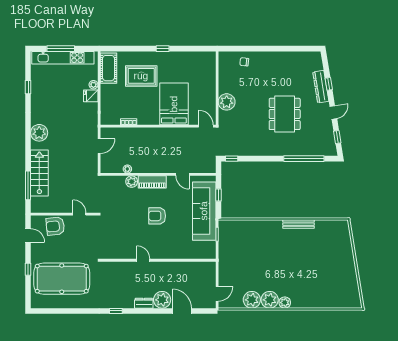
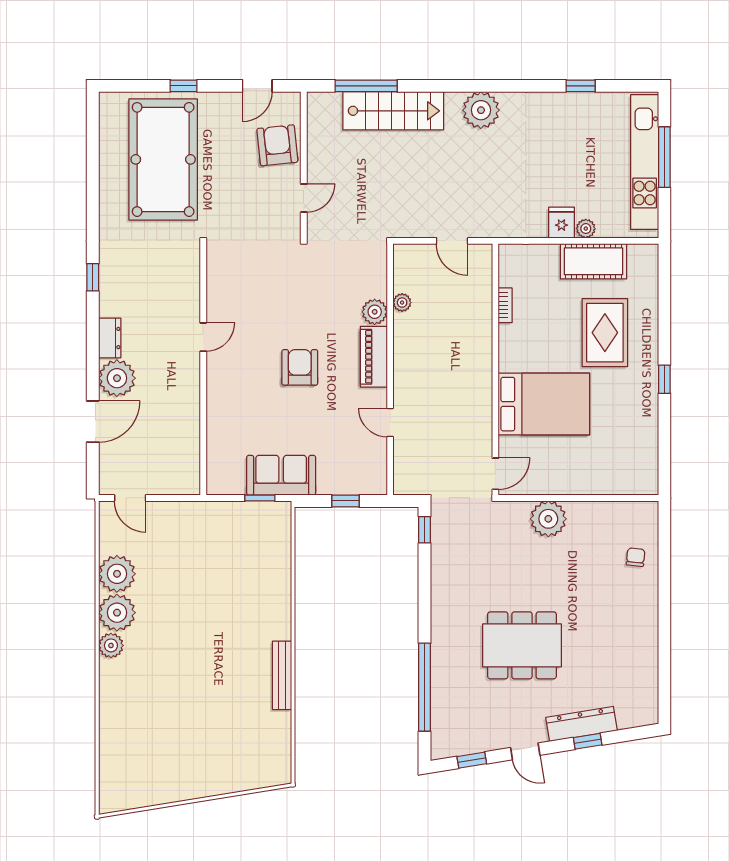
cot: (108, 68) -> (594, 261), moved
door: (182, 174) -> (390, 423), hinge flipped
sofa: (204, 211) -> (281, 475), width x0.54, depth x0.79

